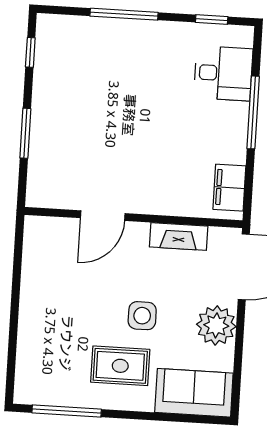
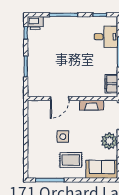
printer: (55, 30) -> (35, 23), added
side table: (142, 316) -> (63, 137), moved

